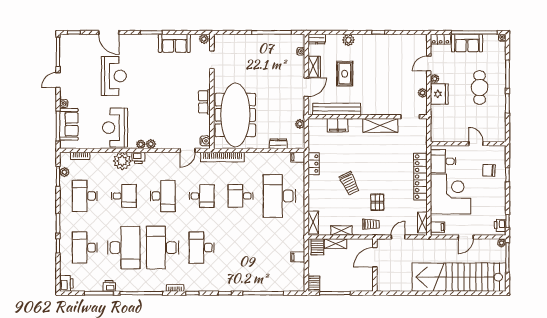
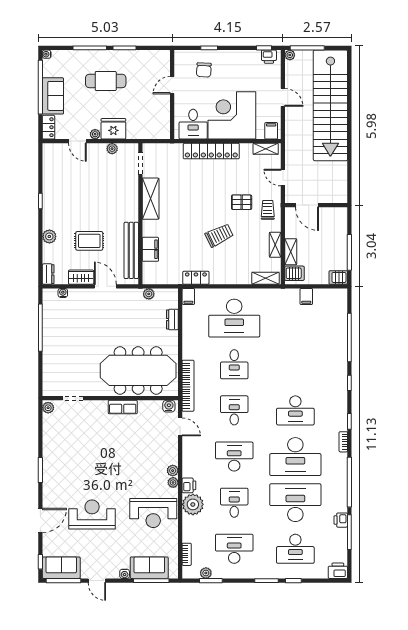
sofa: (174, 43) -> (61, 568), moved, turned -90
desk: (85, 196) -> (234, 549), turned 180

